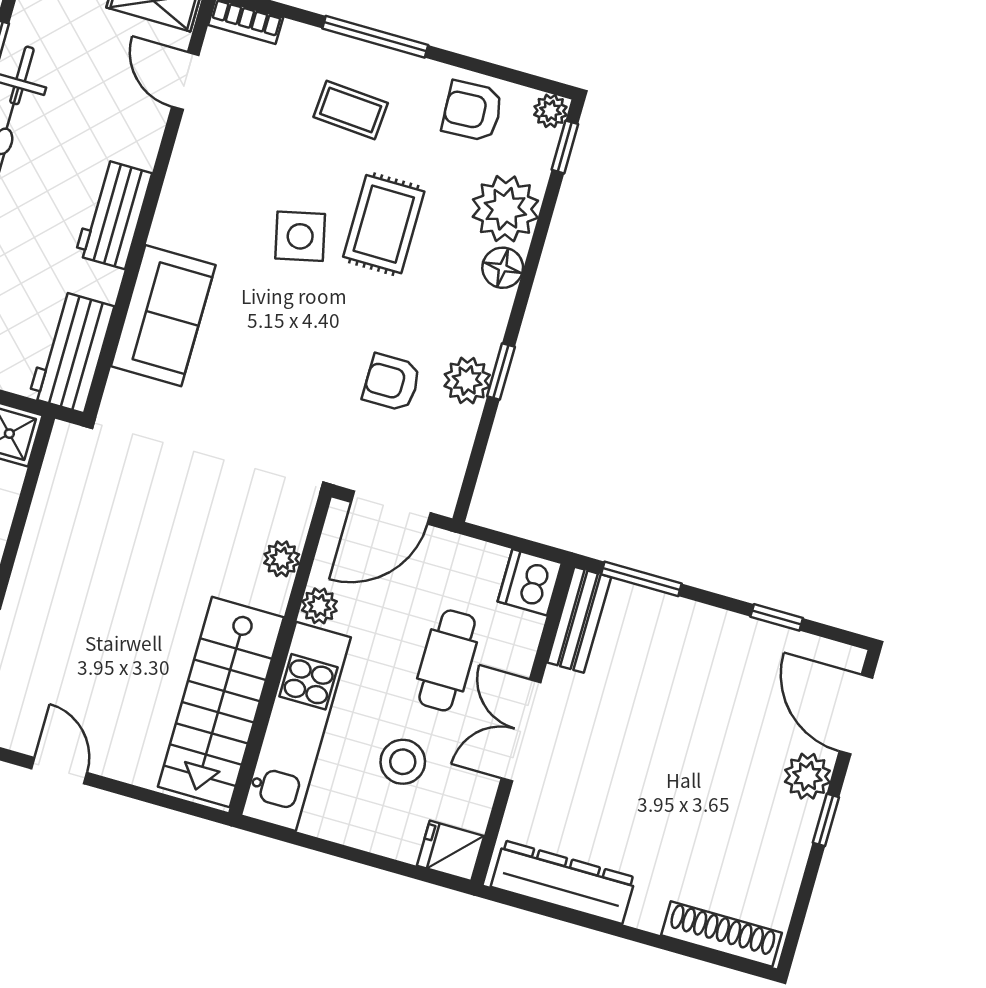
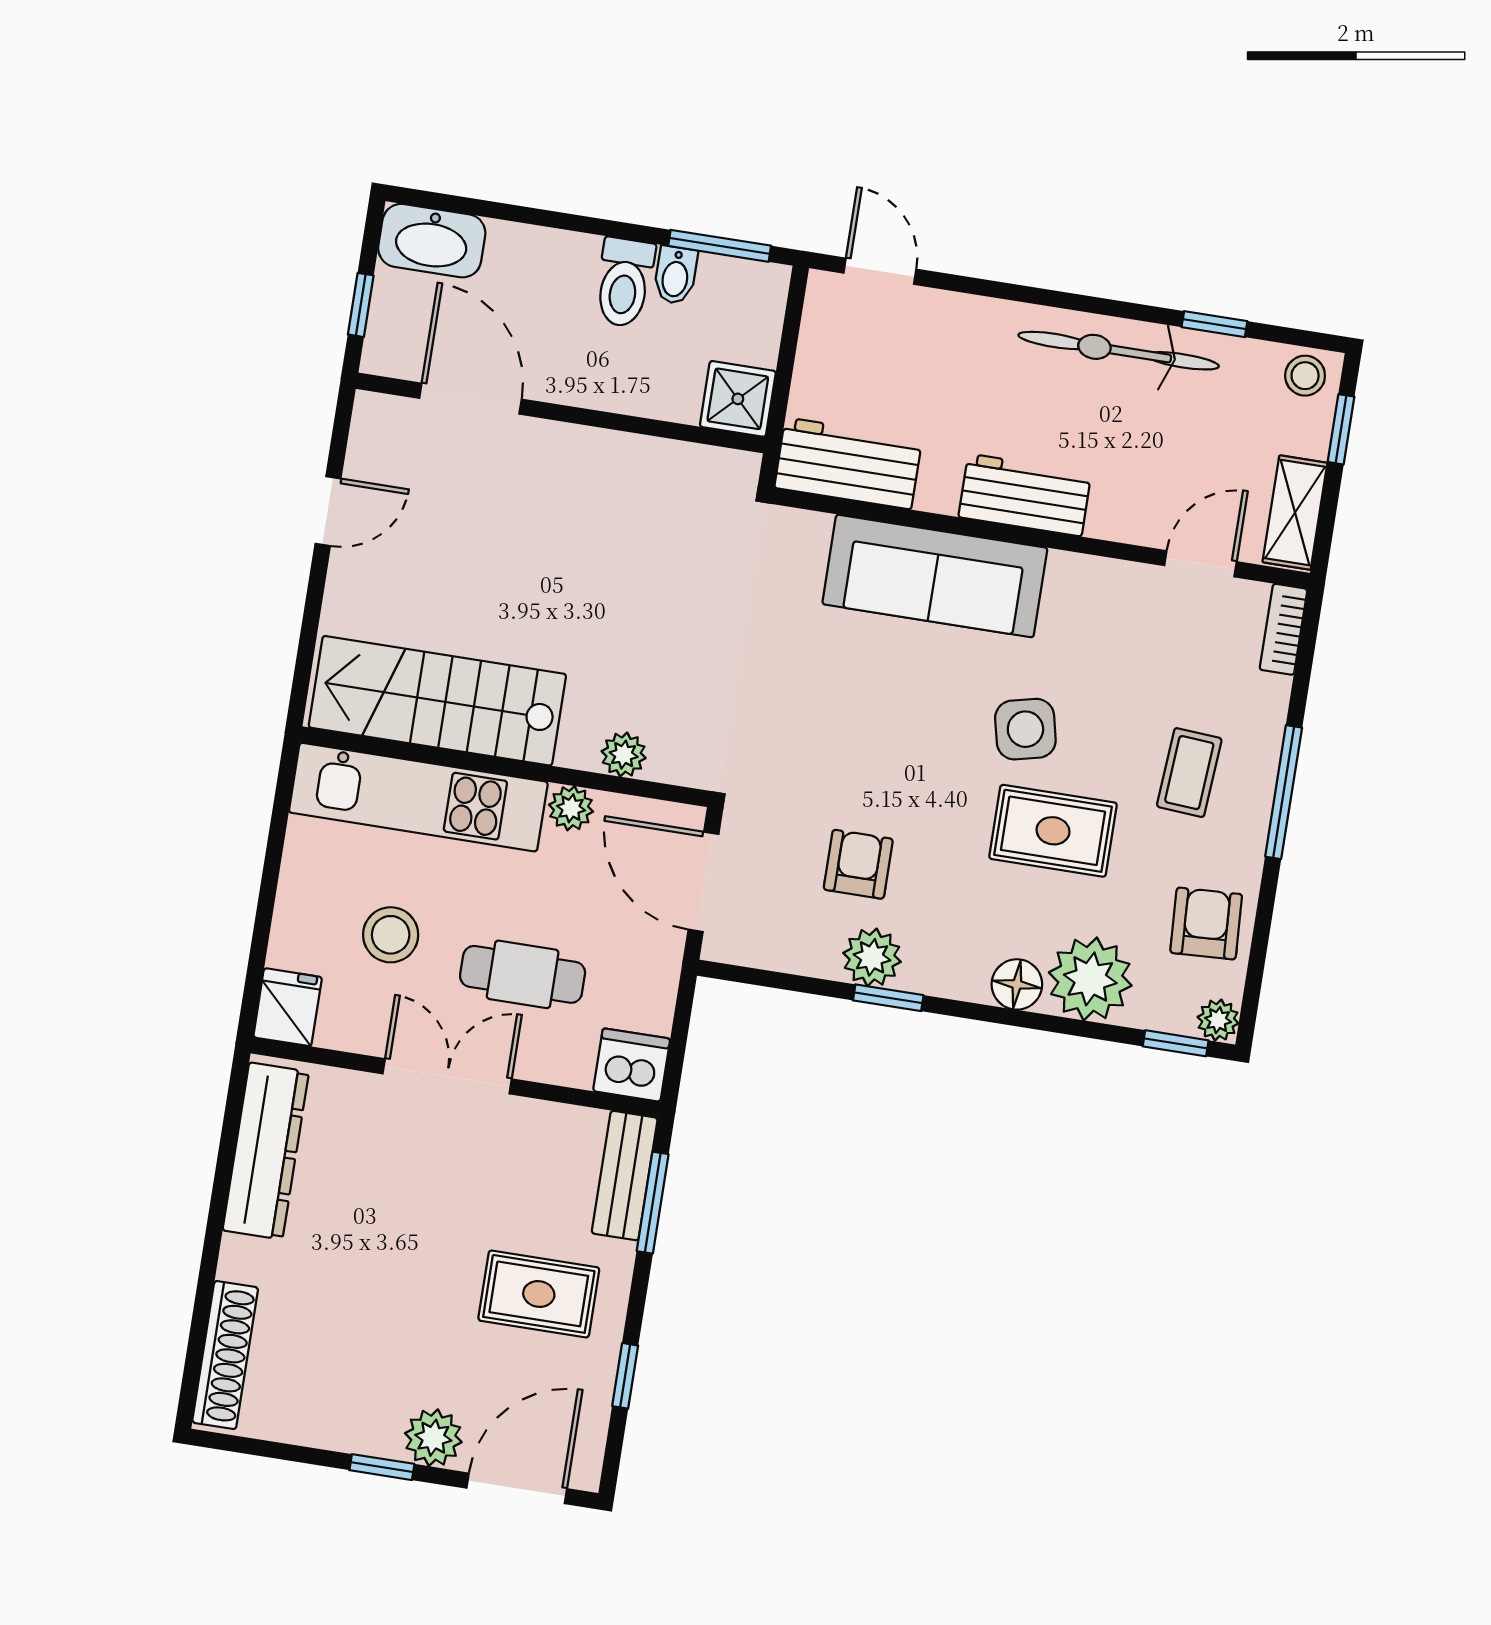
sofa: (163, 316) -> (935, 576), width x1.36
bench: (579, 620) -> (625, 1176), moved, turned 90
rug: (703, 678) -> (539, 1294), added

